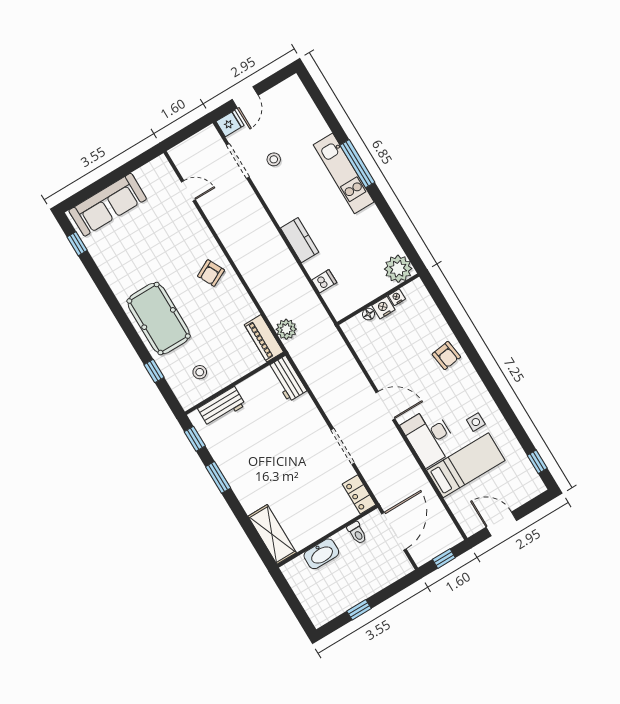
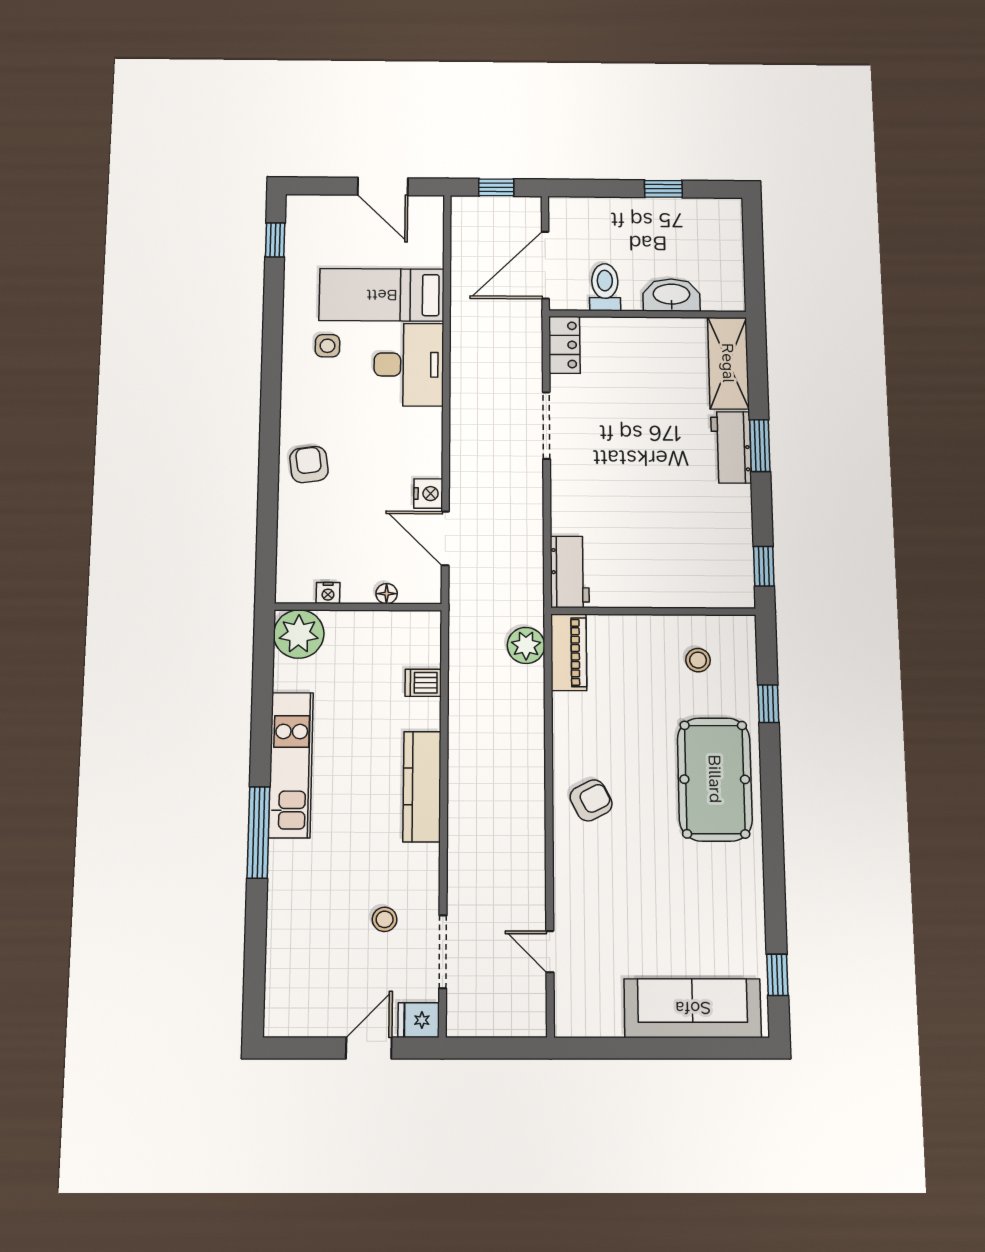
kitchen unit: (344, 173) -> (291, 765), moved
kitchen counter: (300, 240) -> (422, 786), width x1.50
nightstand: (383, 308) -> (428, 494), moved, turned -90
door: (385, 406) -> (445, 538), moved
workbench: (222, 407) -> (731, 447), moved, turned -90
window: (218, 477) -> (760, 446), moved
toilet: (357, 533) -> (605, 287), width x1.37, depth x1.39

